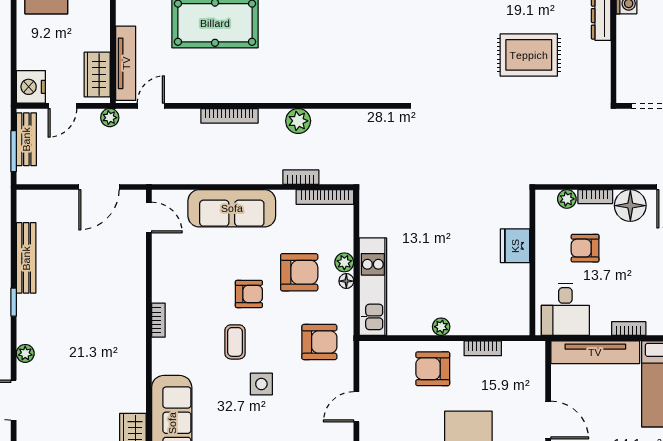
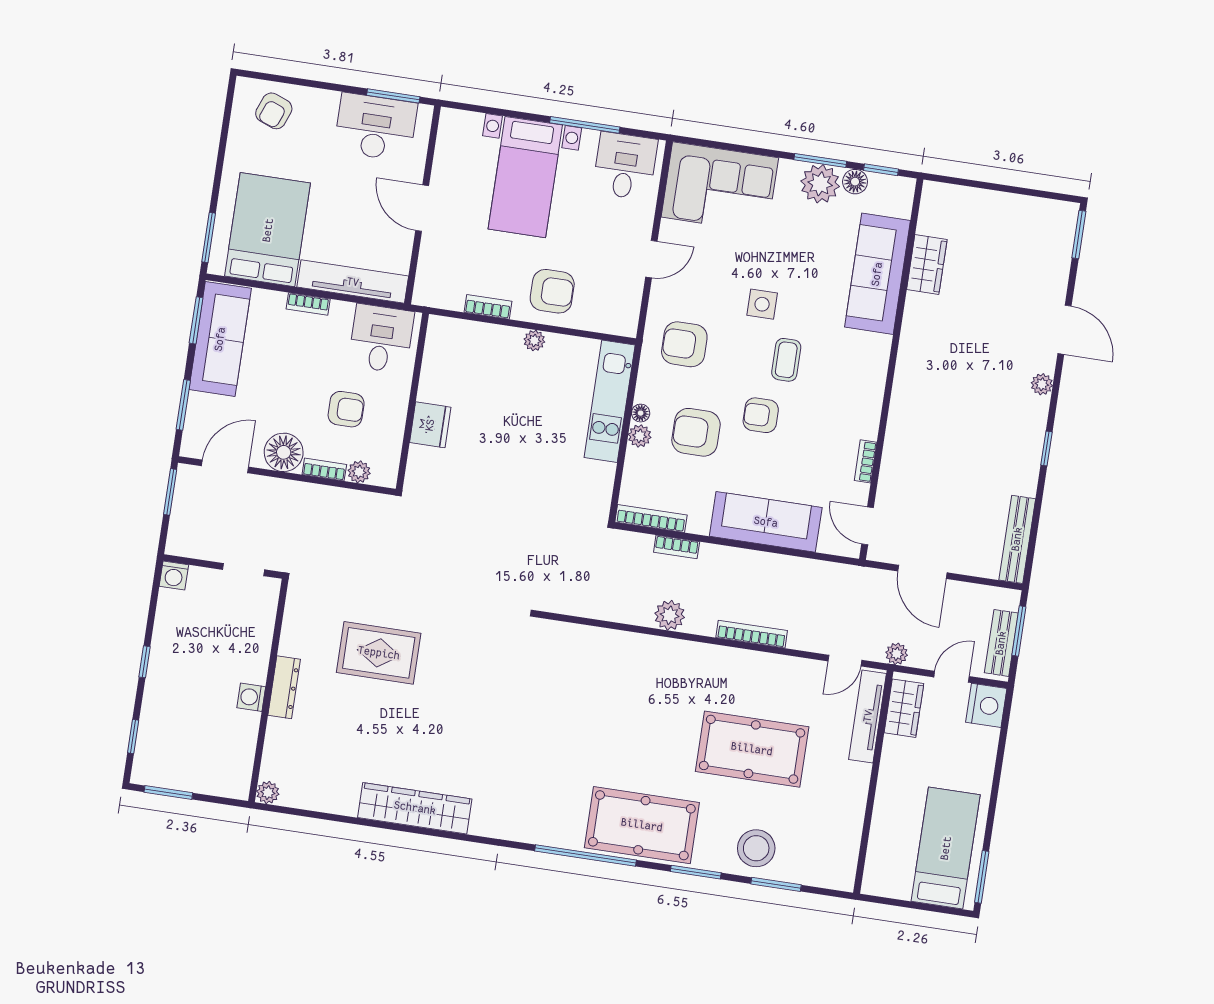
door: (99, 187) -> (922, 572), swing flipped
bench: (26, 258) -> (1017, 539), moved
bookcase: (158, 320) -> (866, 461), moved

